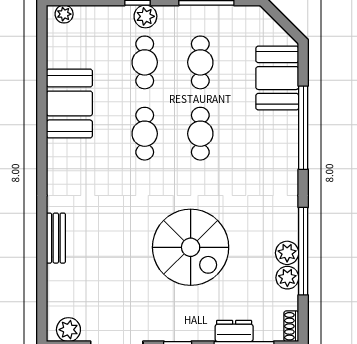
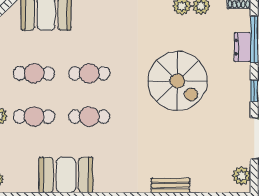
spiral stairs: (191, 247) -> (177, 81), turned 90

